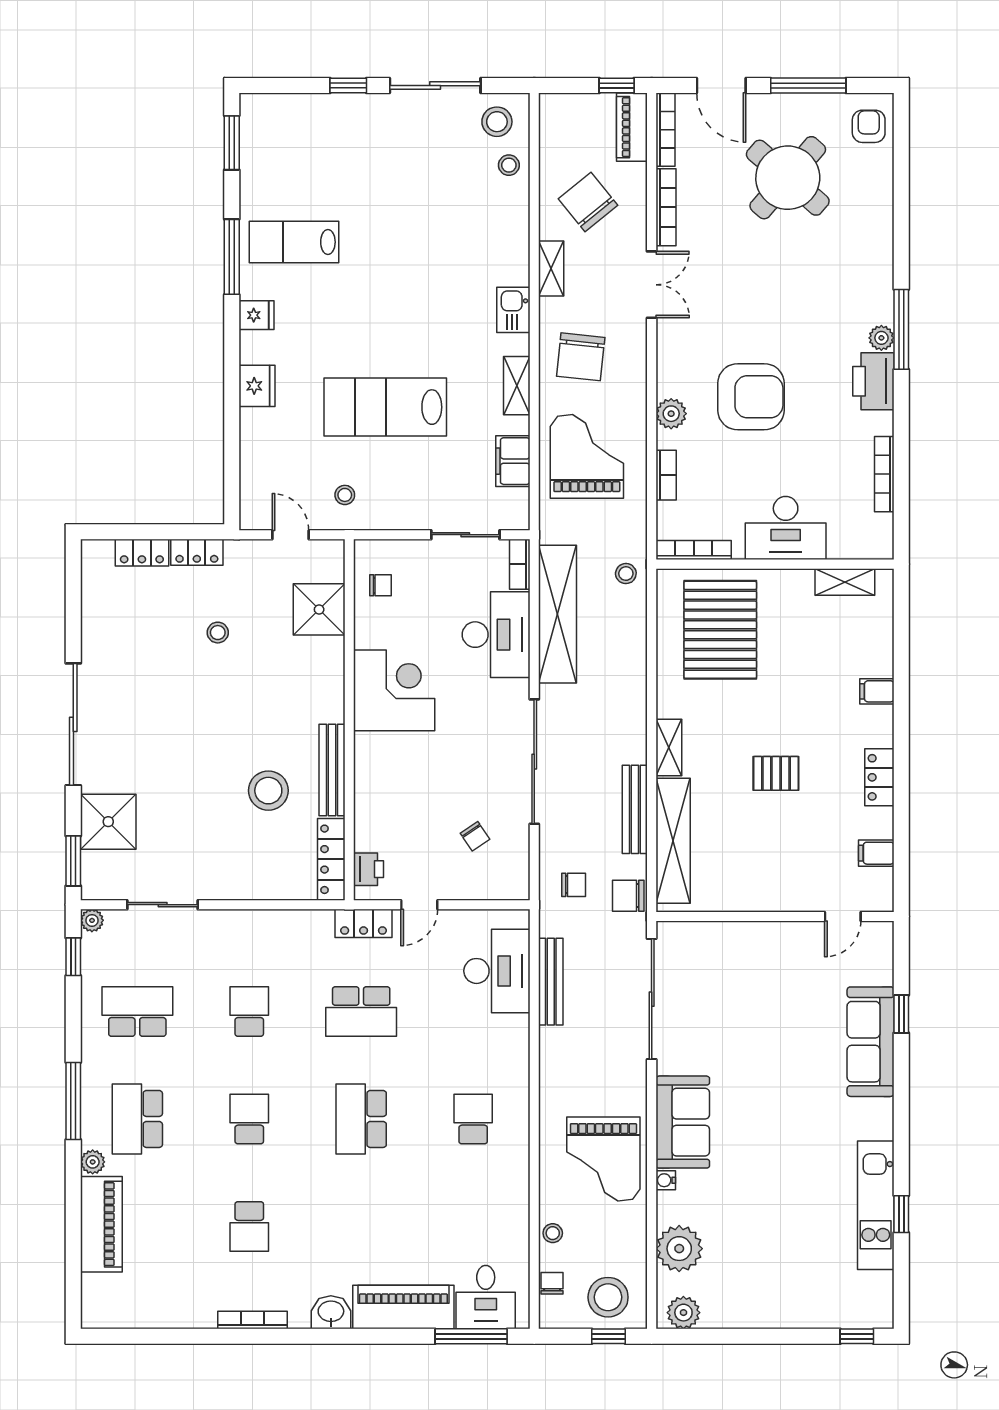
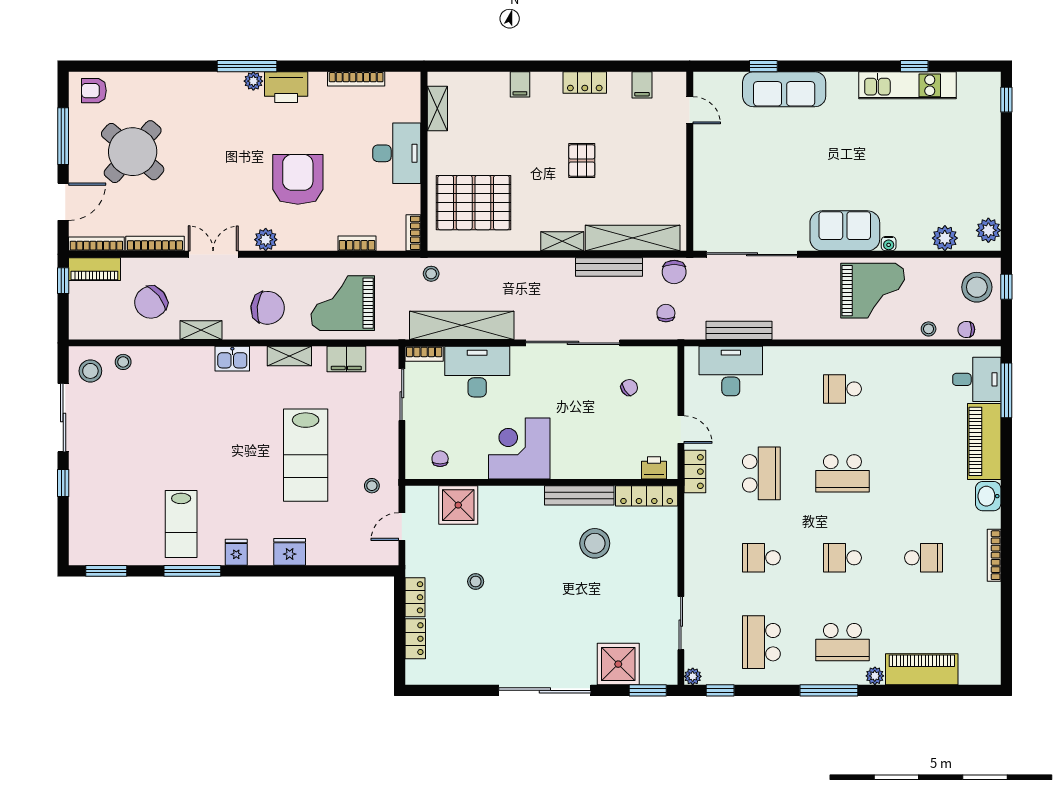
plant: (671, 414) -> (266, 240), moved
bookcase: (694, 550) -> (413, 233), width x0.64
plant: (679, 1249) -> (945, 238), width x0.73, depth x0.73

